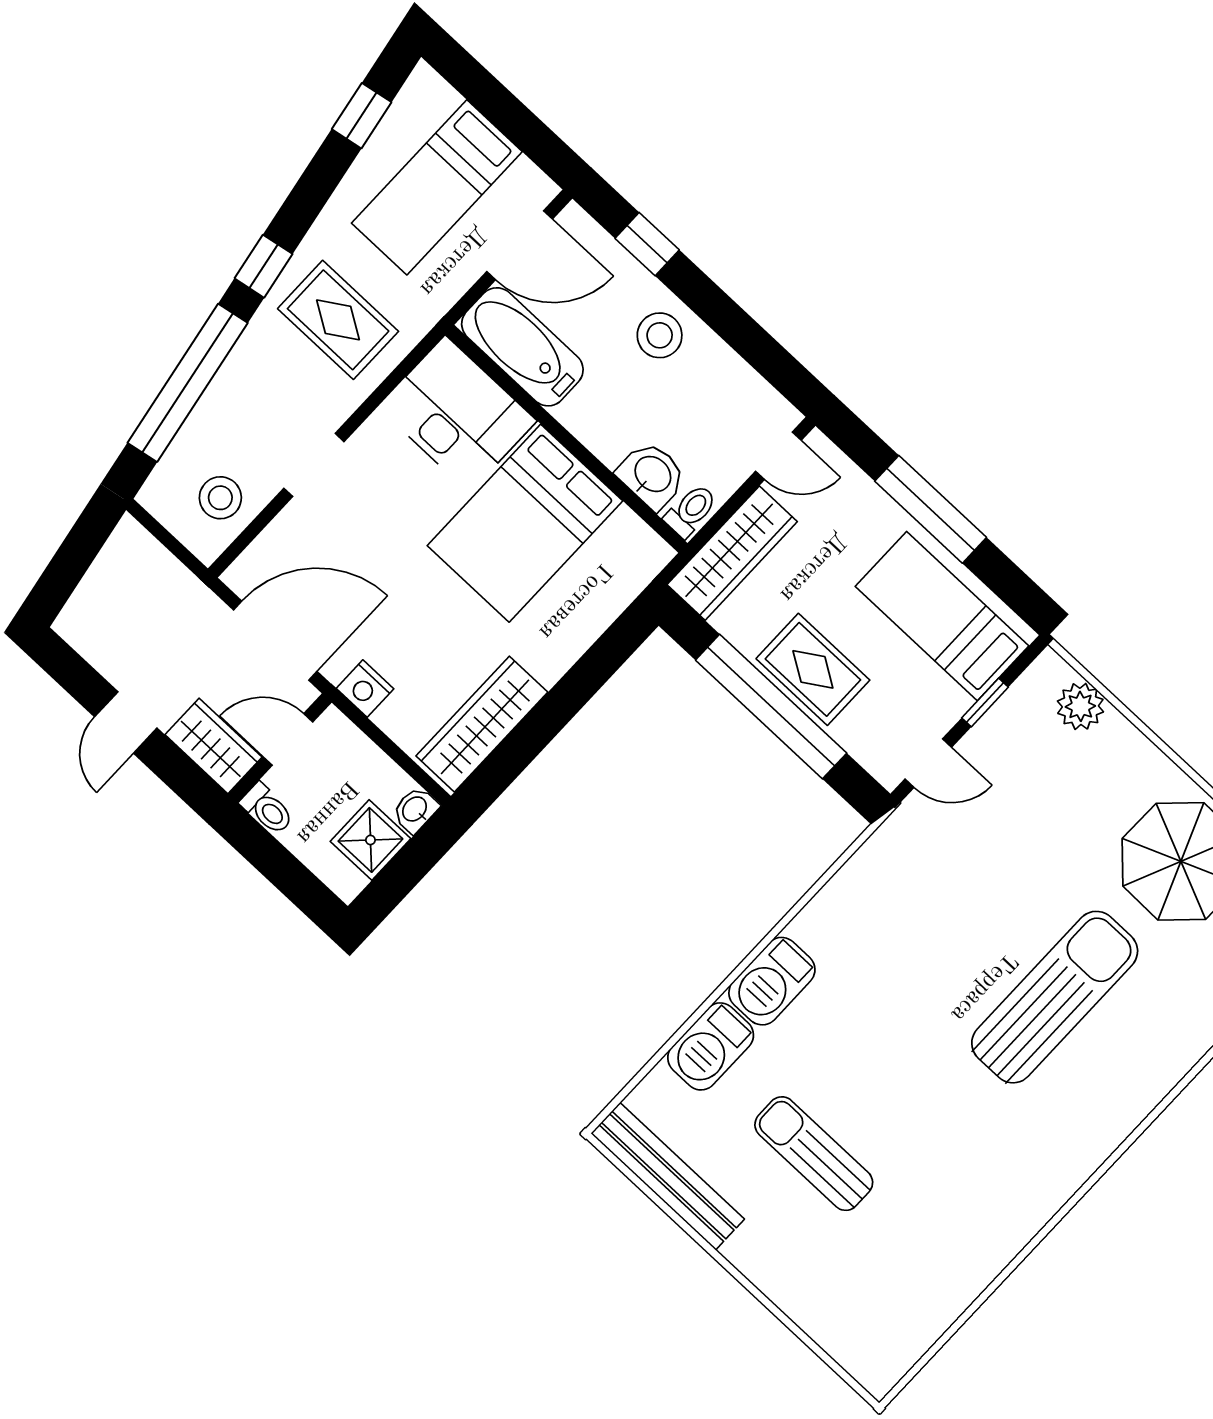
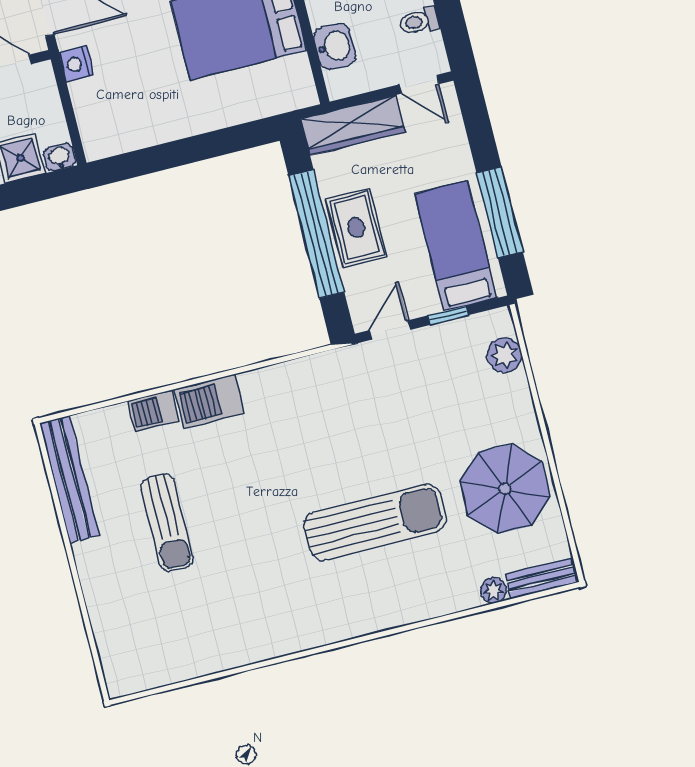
window: (931, 509) -> (500, 212), moved
toilet: (691, 511) -> (419, 21), moved, turned 180
wardrobe: (482, 724) -> (134, 131), removed
door: (928, 763) -> (390, 330), swing flipped
barbecue: (711, 1046) -> (154, 411), width x0.73, depth x0.79
sun lounger: (814, 1154) -> (167, 523), turned 180

